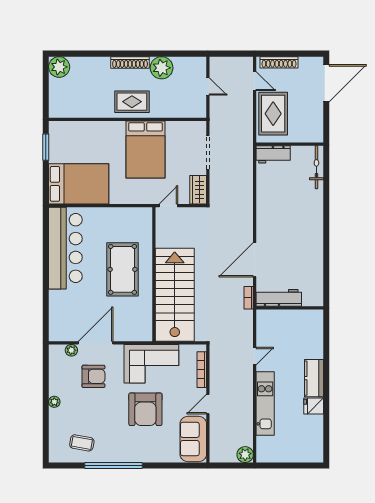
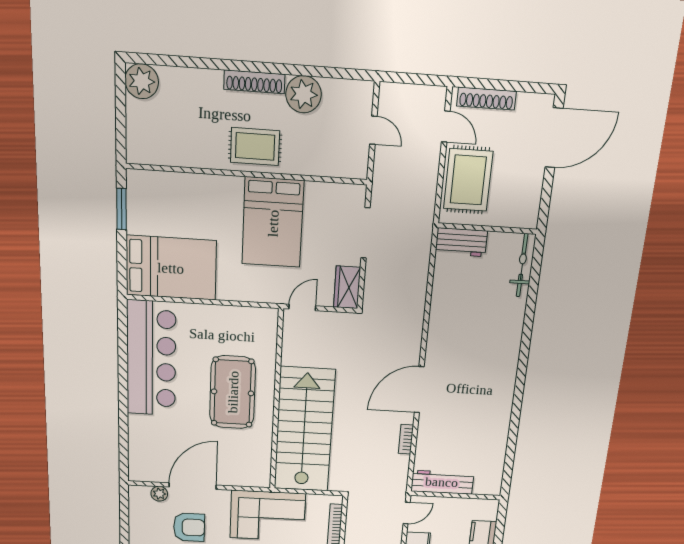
workbench: (279, 298) -> (442, 482), moved
wall: (290, 308) -> (456, 495), moved

